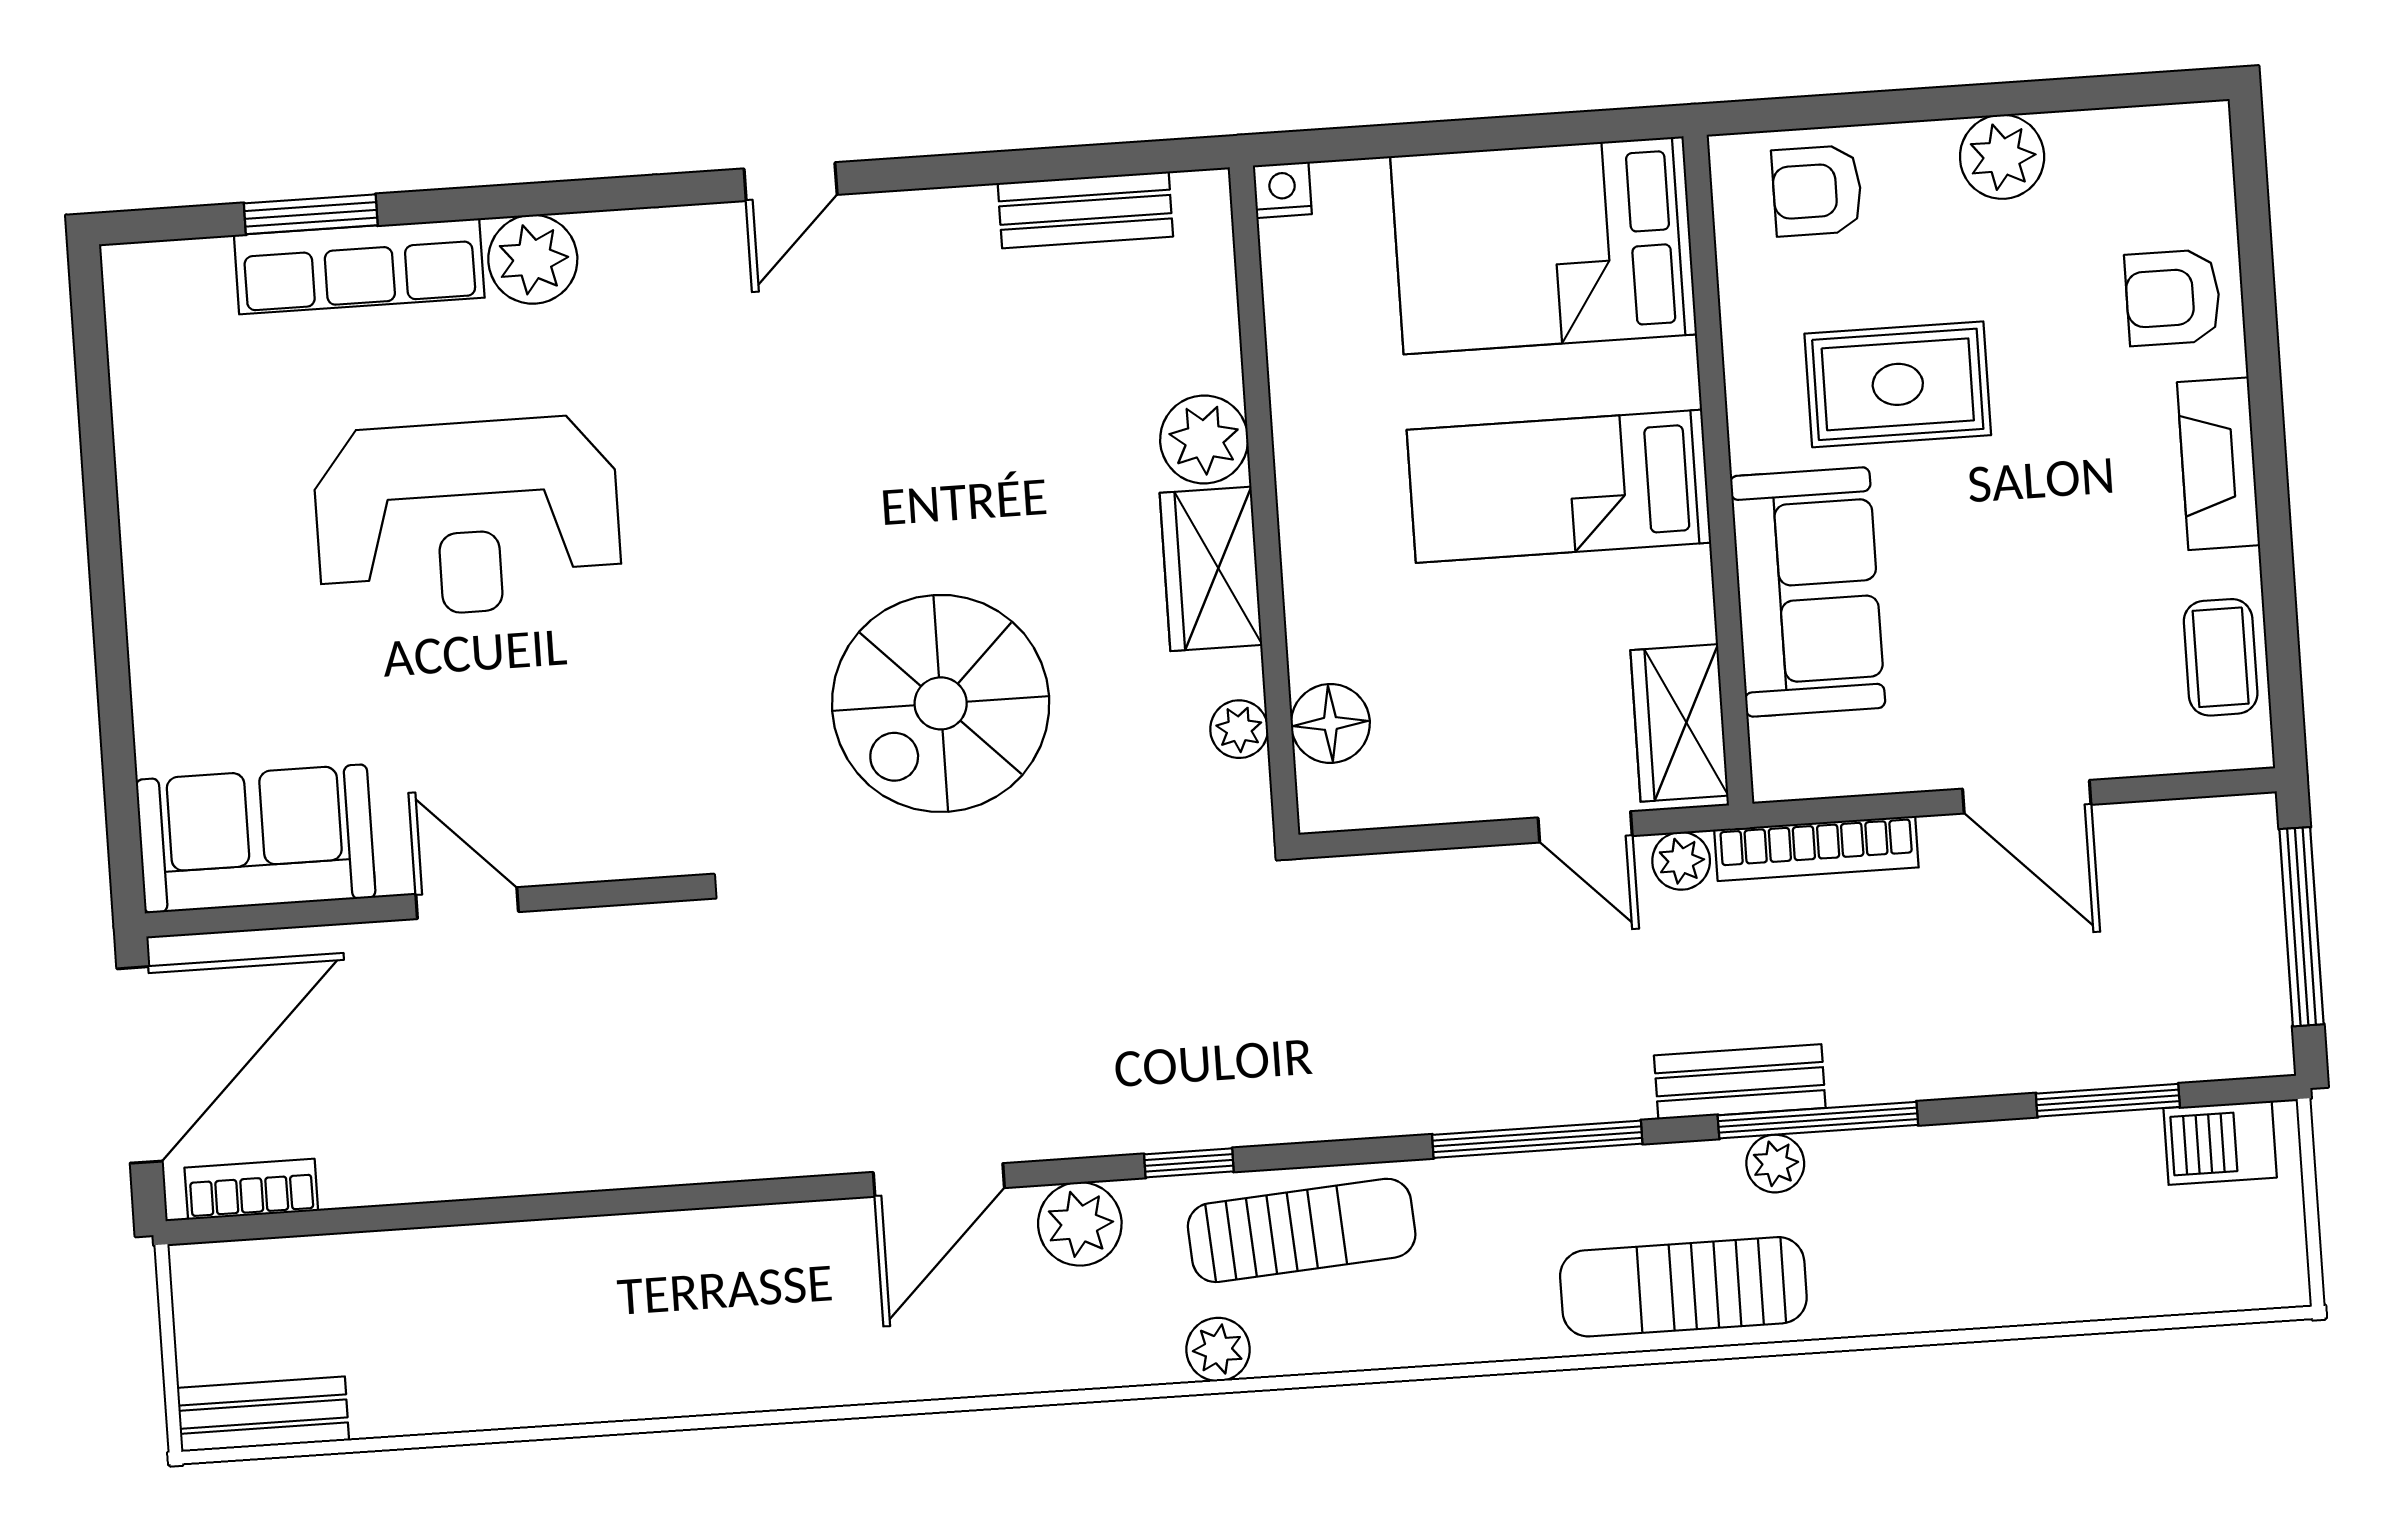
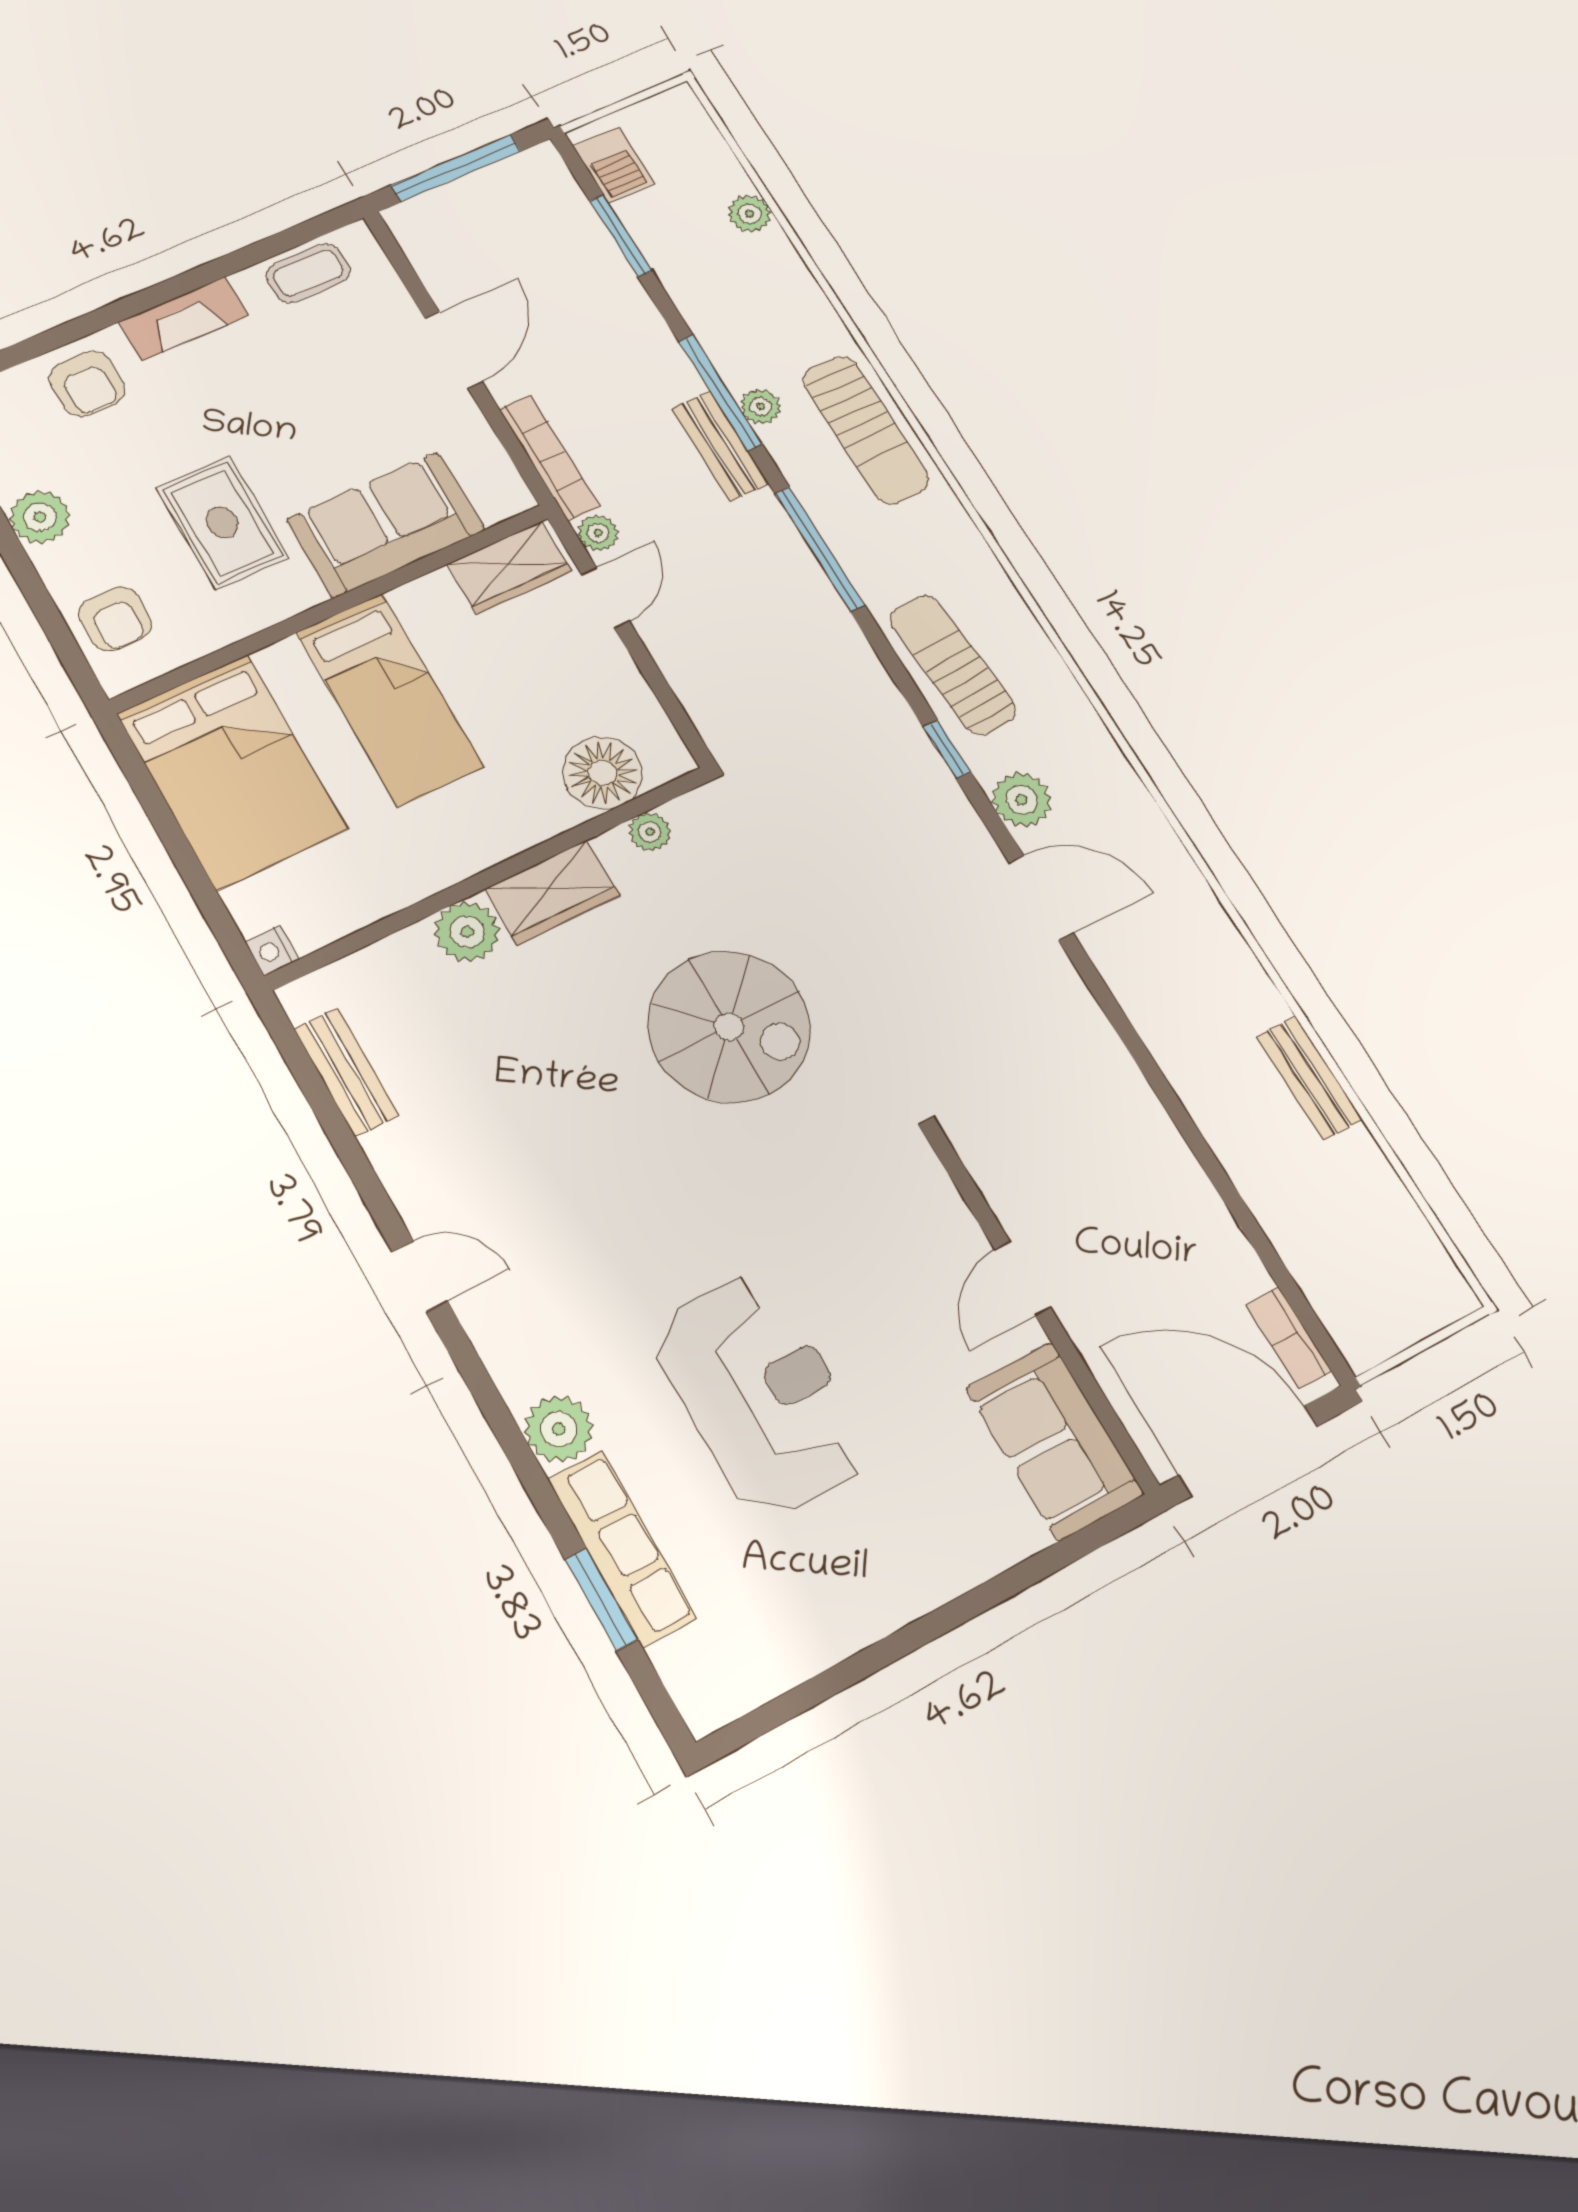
floor lamp: (1330, 723) -> (603, 773), width x1.38, depth x1.38
plant: (1218, 1349) -> (749, 214), moved
bench: (263, 1414) -> (1309, 1078), moved

